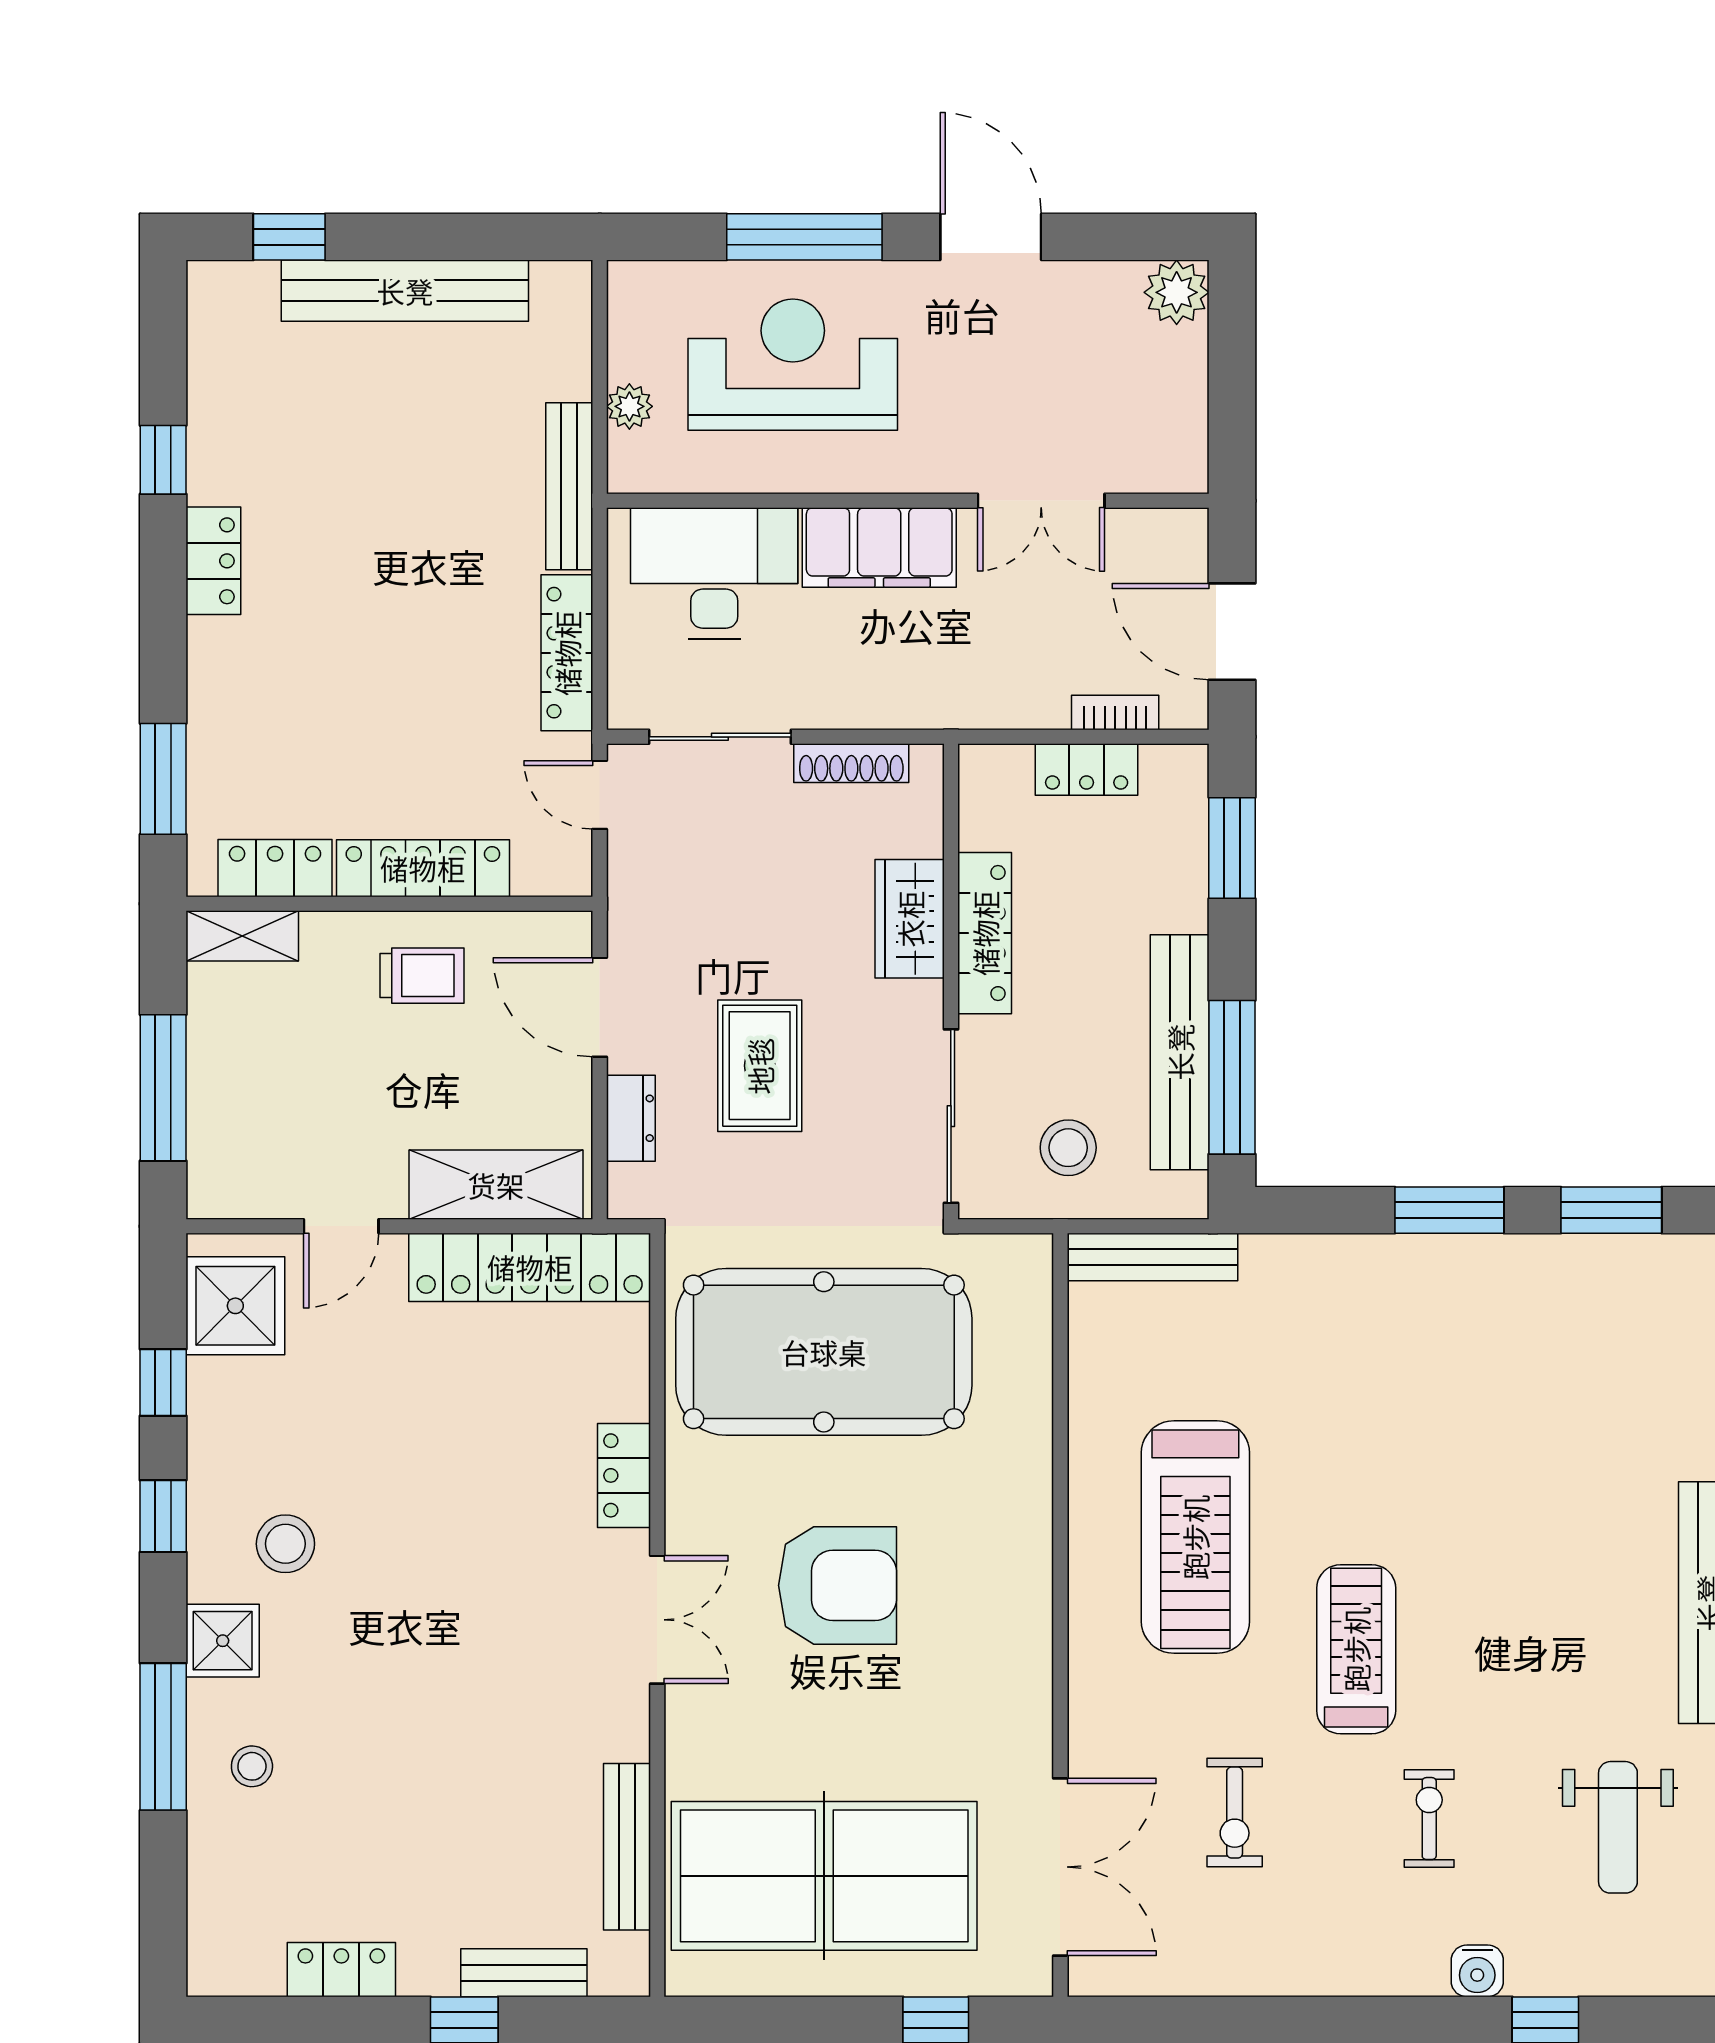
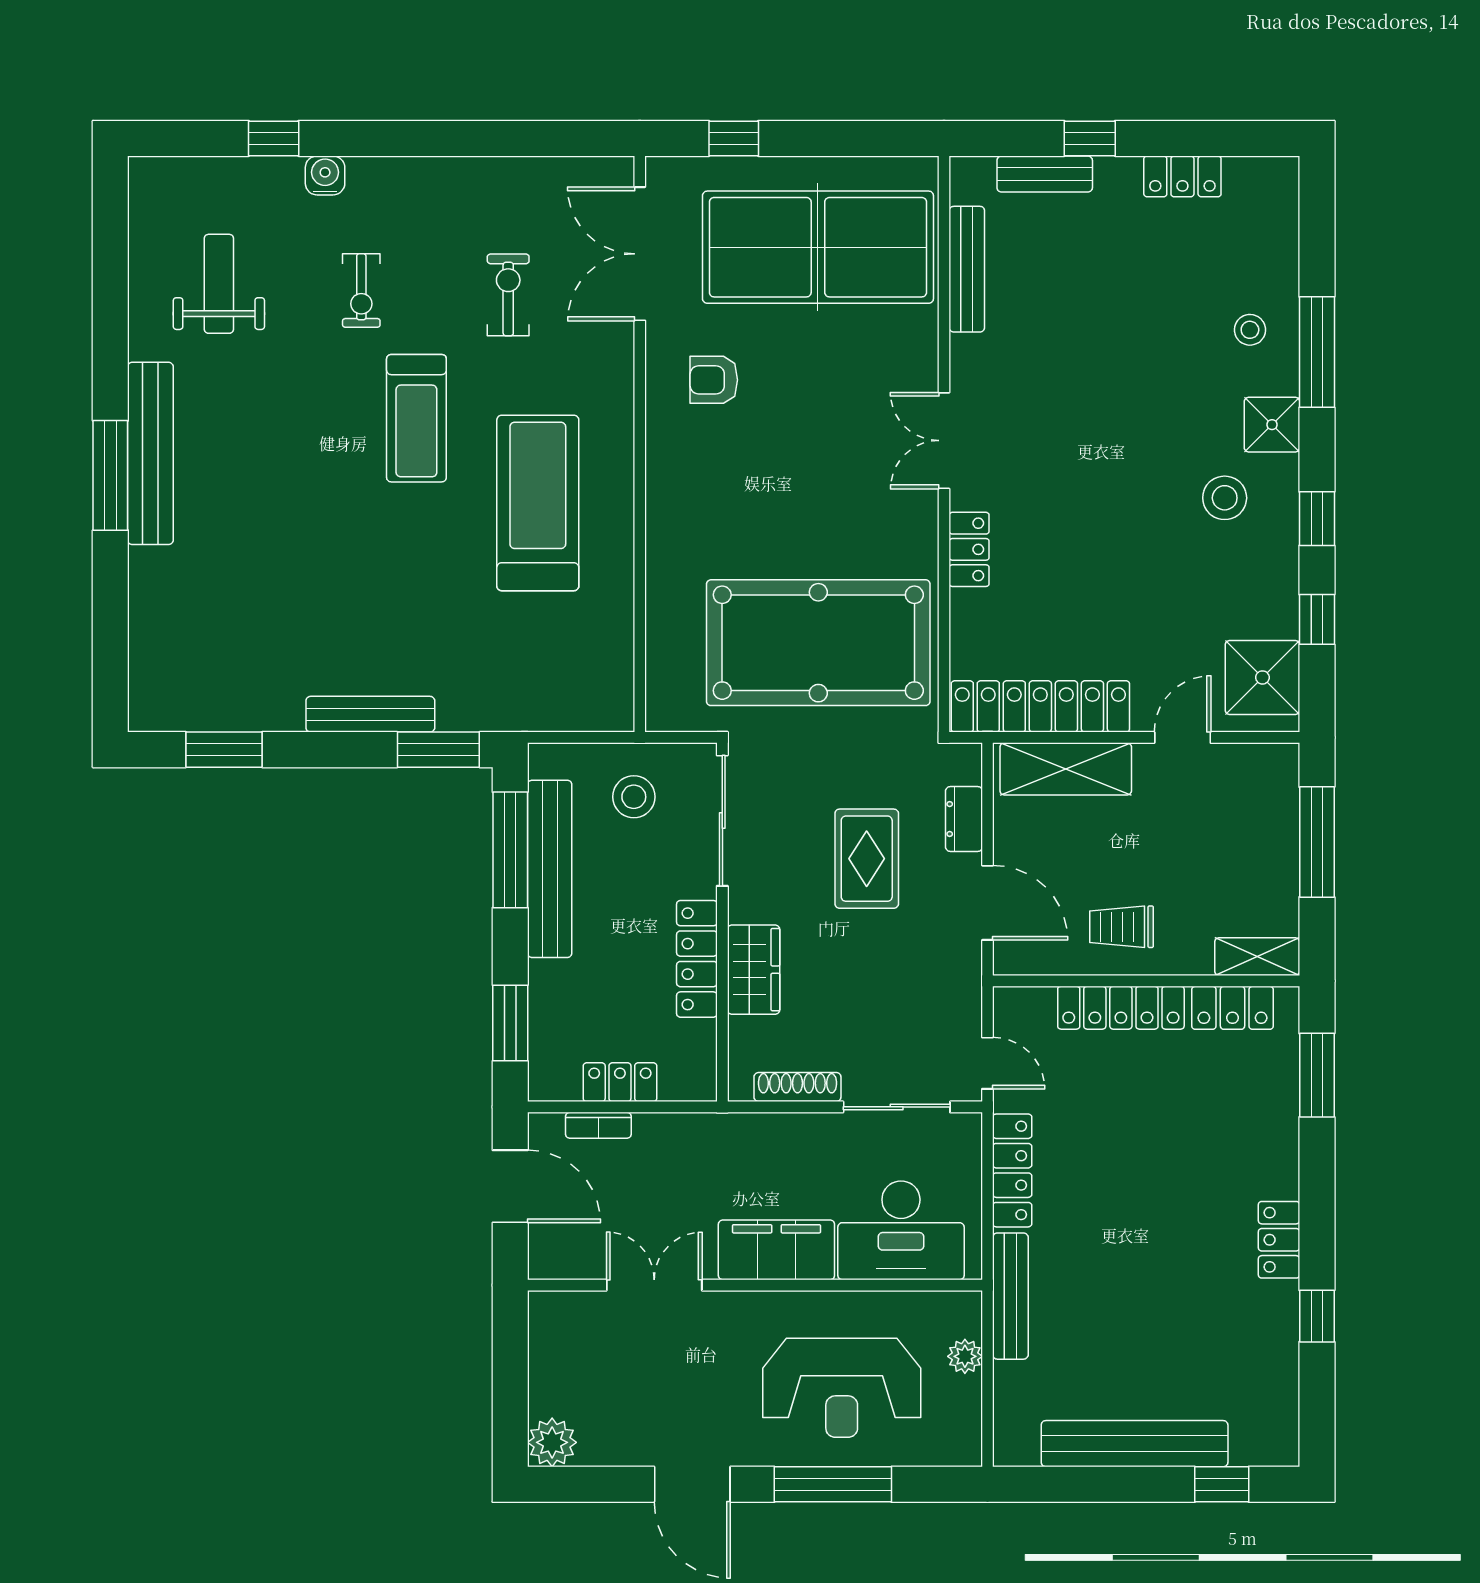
window: (1449, 1210) -> (438, 750), moved
bench: (1152, 1257) -> (370, 714), moved
armchair: (837, 1585) -> (714, 380), moved, width x0.53, depth x0.53

